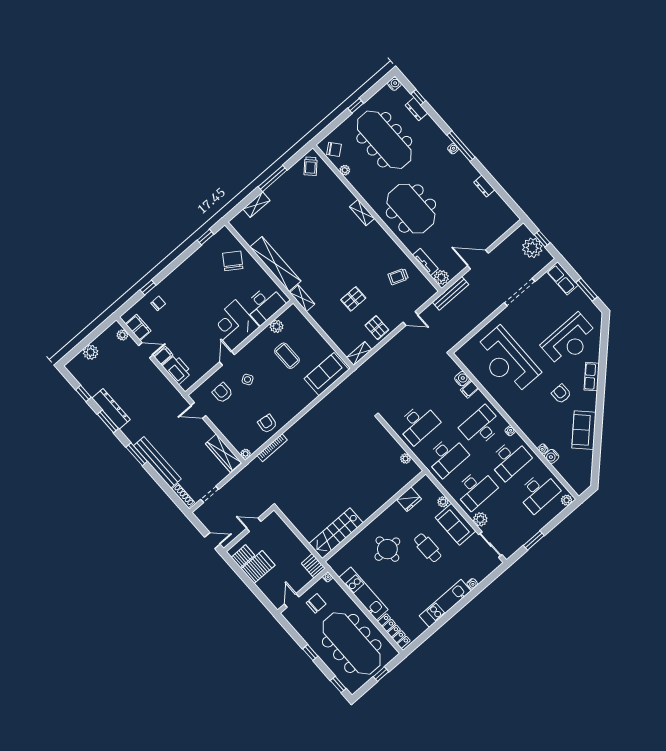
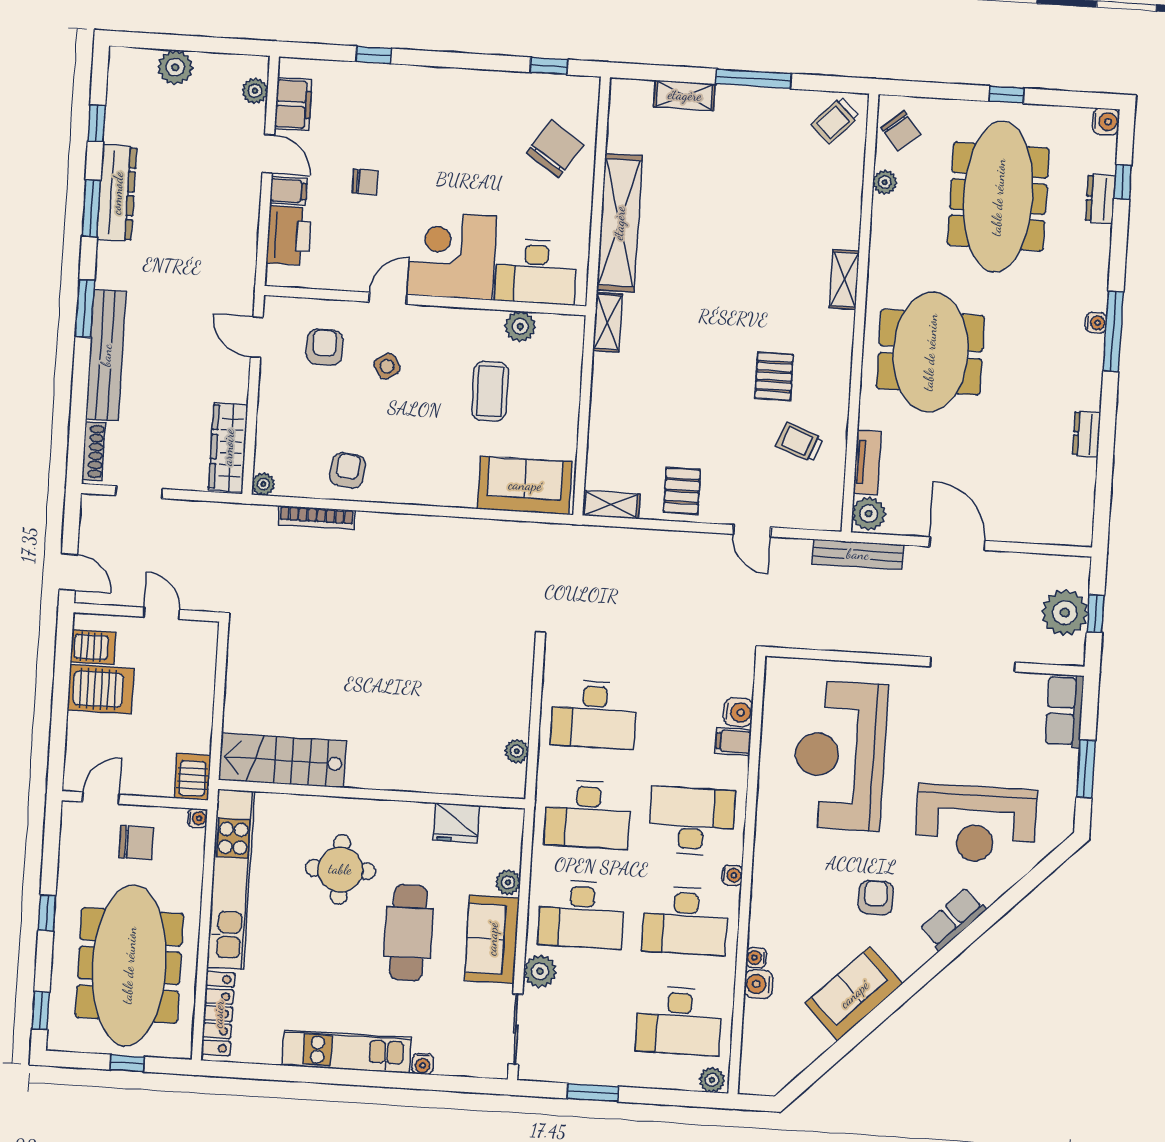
pallet: (353, 299) -> (774, 376), moved, turned 90
chair: (158, 303) -> (365, 182), moved
cafe table: (428, 548) -> (408, 933), width x1.37, depth x1.35
kitchen unit: (363, 594) -> (231, 879), width x1.36

